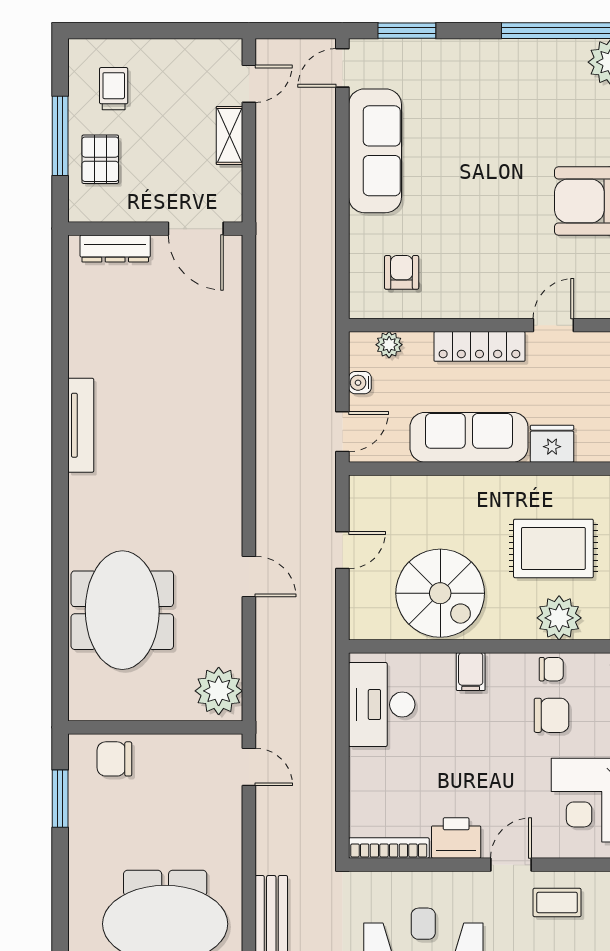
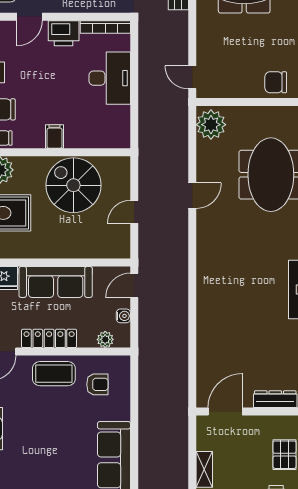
door: (196, 229) -> (225, 412), hinge flipped
armchair: (402, 272) -> (97, 384), turned -90
coffee table: (472, 290) -> (54, 374), added
door: (249, 576) -> (192, 196), swing flipped
desk: (382, 705) -> (110, 78), moved
chair: (114, 759) -> (276, 82), turned 180

